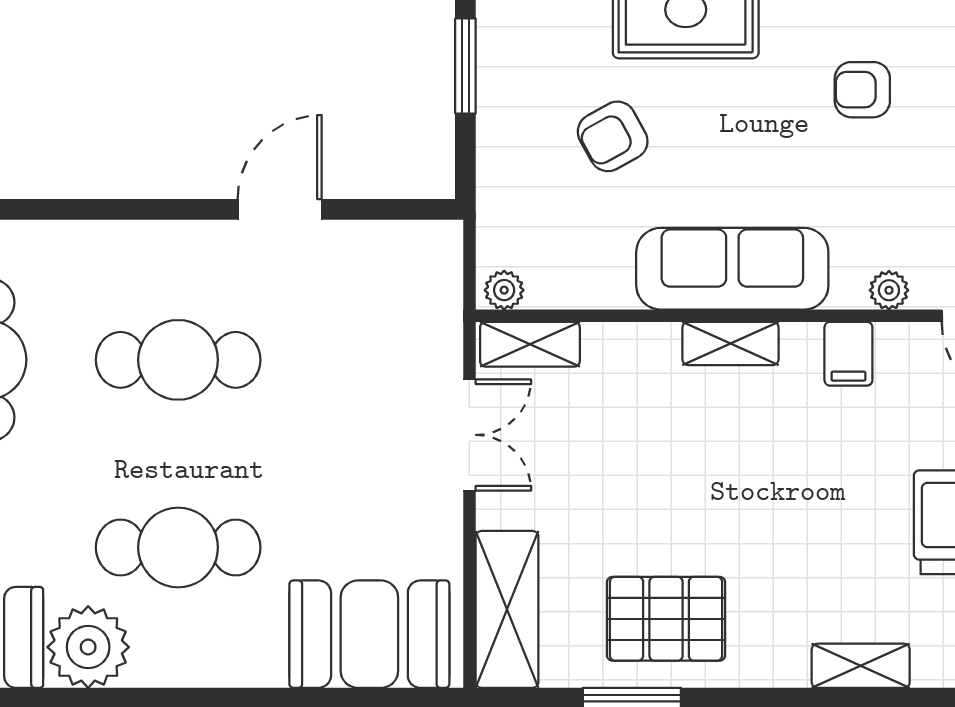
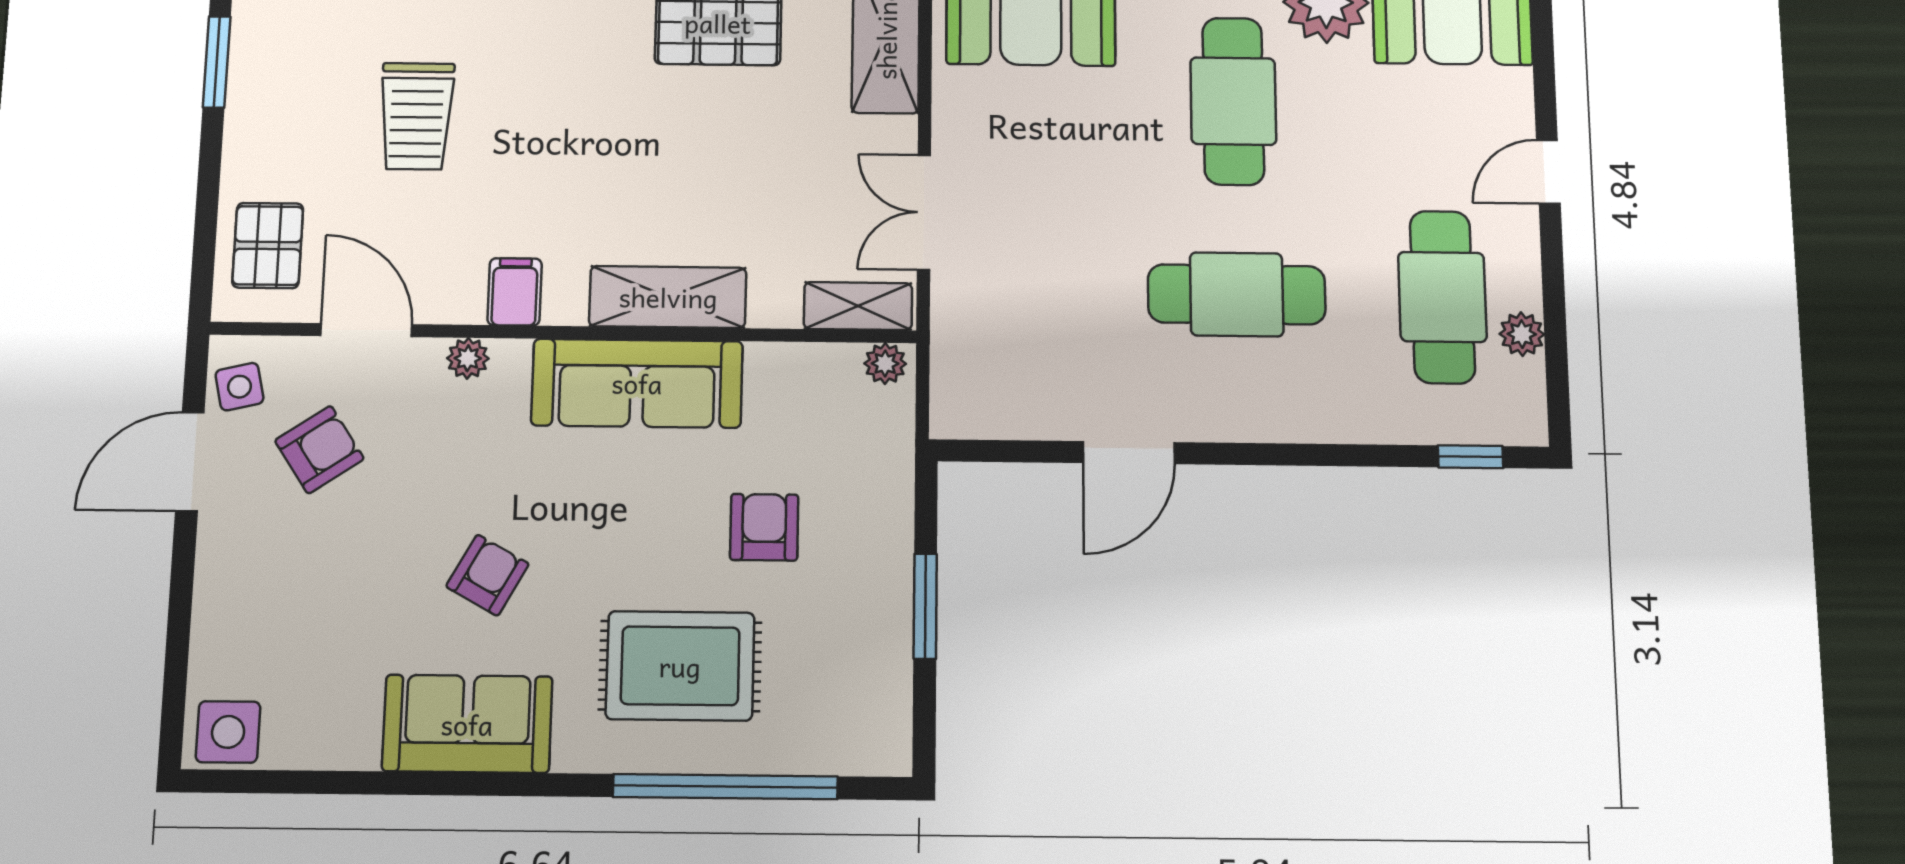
armchair: (862, 90) -> (487, 575), turned -61
armchair: (613, 136) -> (764, 527), turned -61
shelving: (730, 343) -> (668, 297), width x1.50, depth x1.33
cafe table: (178, 547) -> (1233, 101), turned 90

